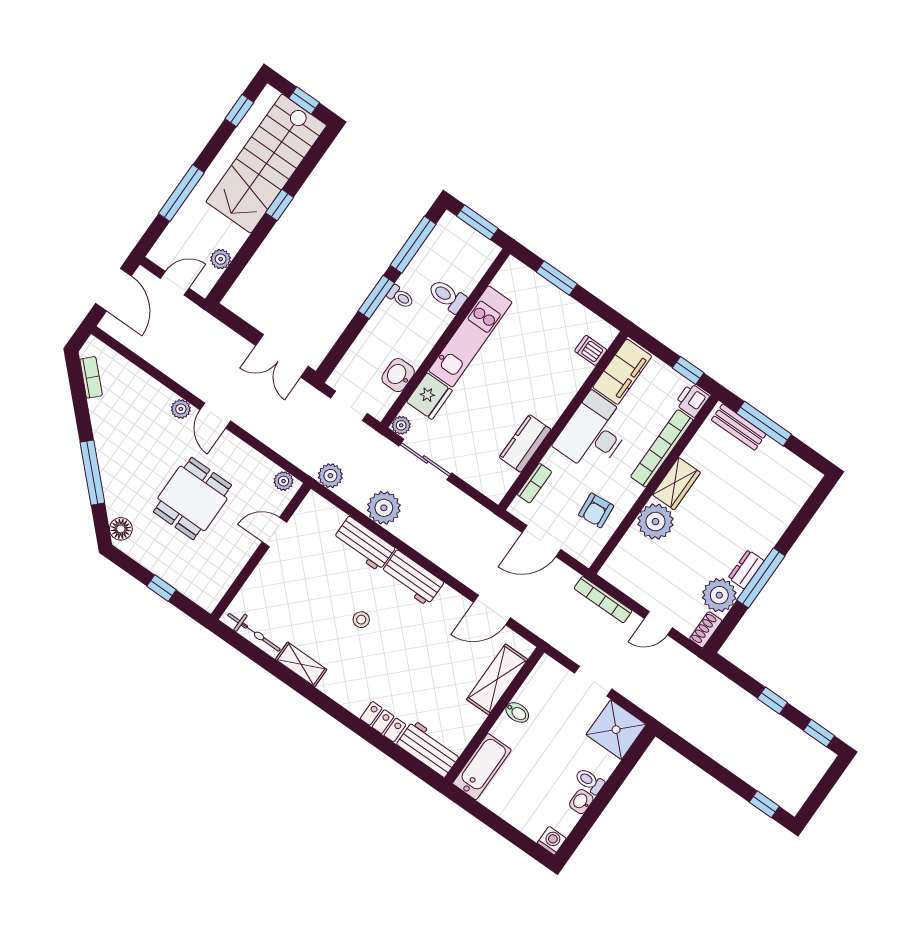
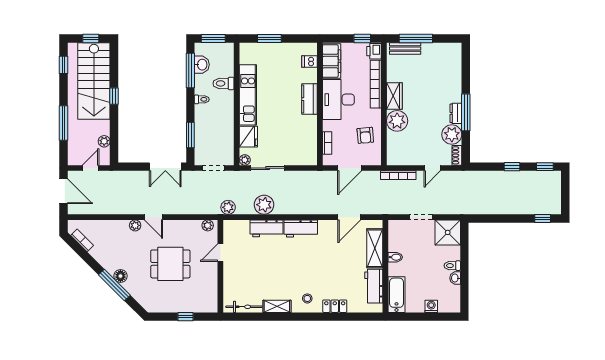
window: (376, 297) -> (190, 135), moved
washbasin: (398, 375) -> (202, 65), moved, turned 180
kitchen counter: (525, 443) -> (309, 99), moved
dining table: (192, 498) -> (170, 264), turned 90
floor lamp: (121, 529) -> (120, 276), moved
stool: (361, 620) -> (307, 298), moved
workbench: (429, 749) -> (374, 286), moved, turned -90
washing machine: (552, 841) -> (431, 306), moved

